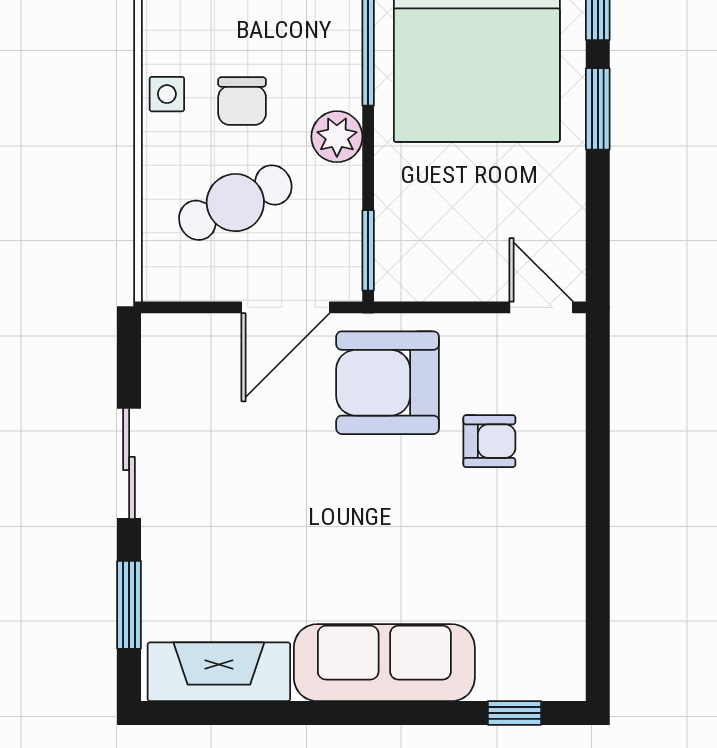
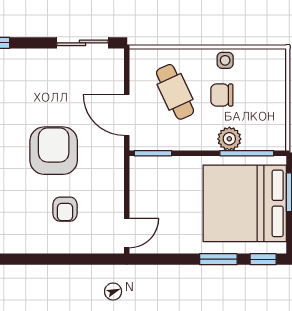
plant: (337, 137) -> (229, 139), moved
armchair: (388, 383) -> (54, 151), moved
sliding door: (129, 464) -> (83, 43), moved

